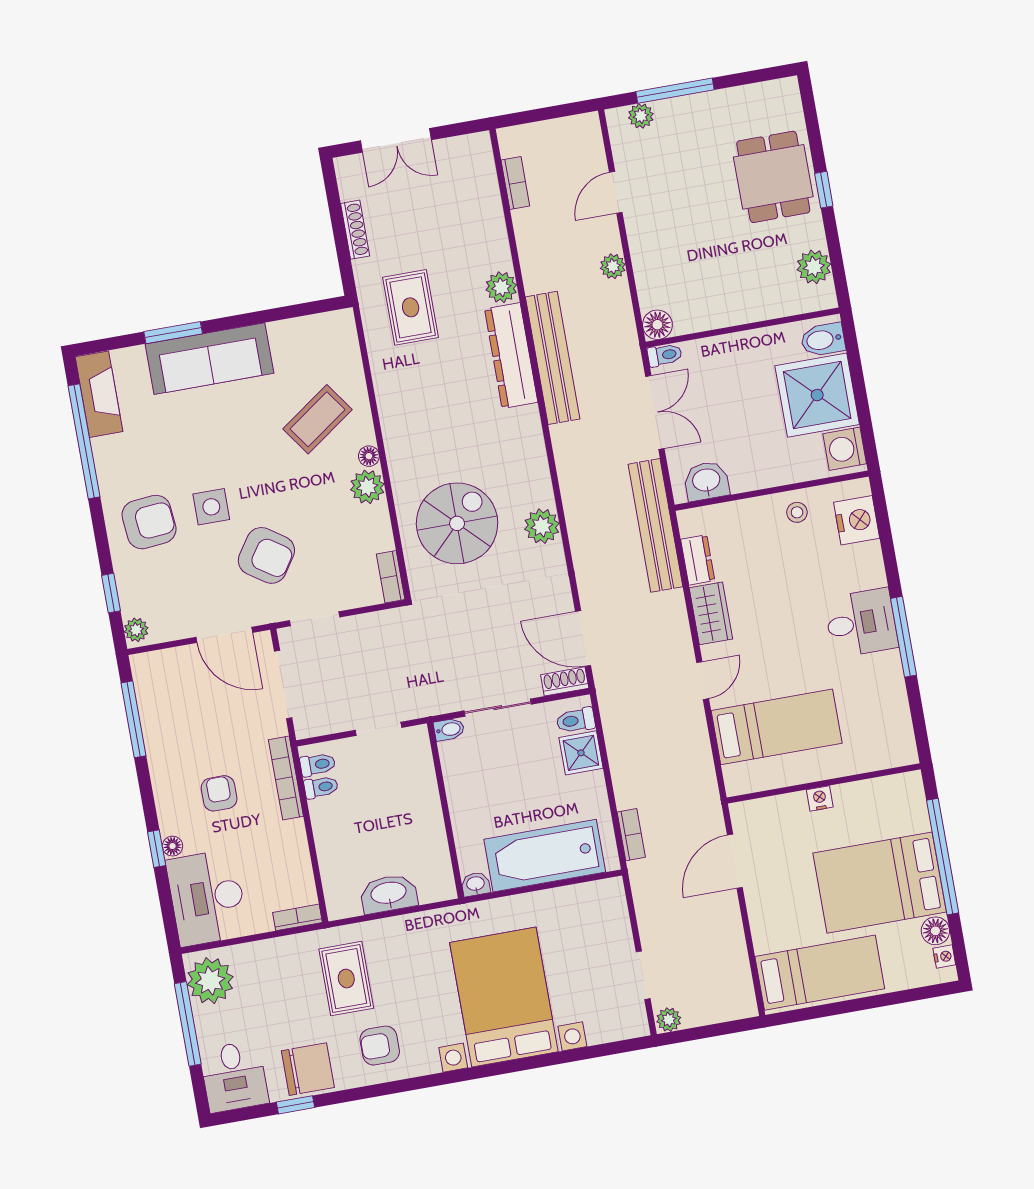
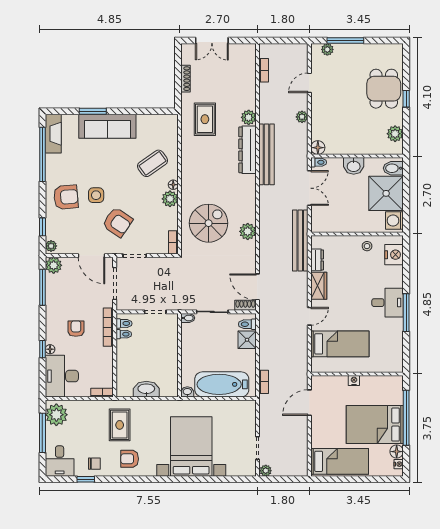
washbasin: (706, 481) -> (354, 166), moved, turned 180
plant: (149, 669) -> (54, 265), added
chair: (308, 1069) -> (94, 464), width x0.54, depth x0.54

